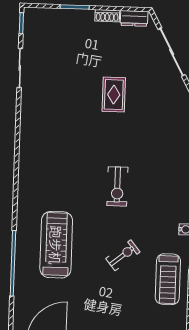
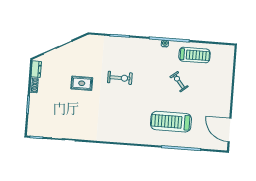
exercise bike: (117, 186) -> (120, 78), moved

